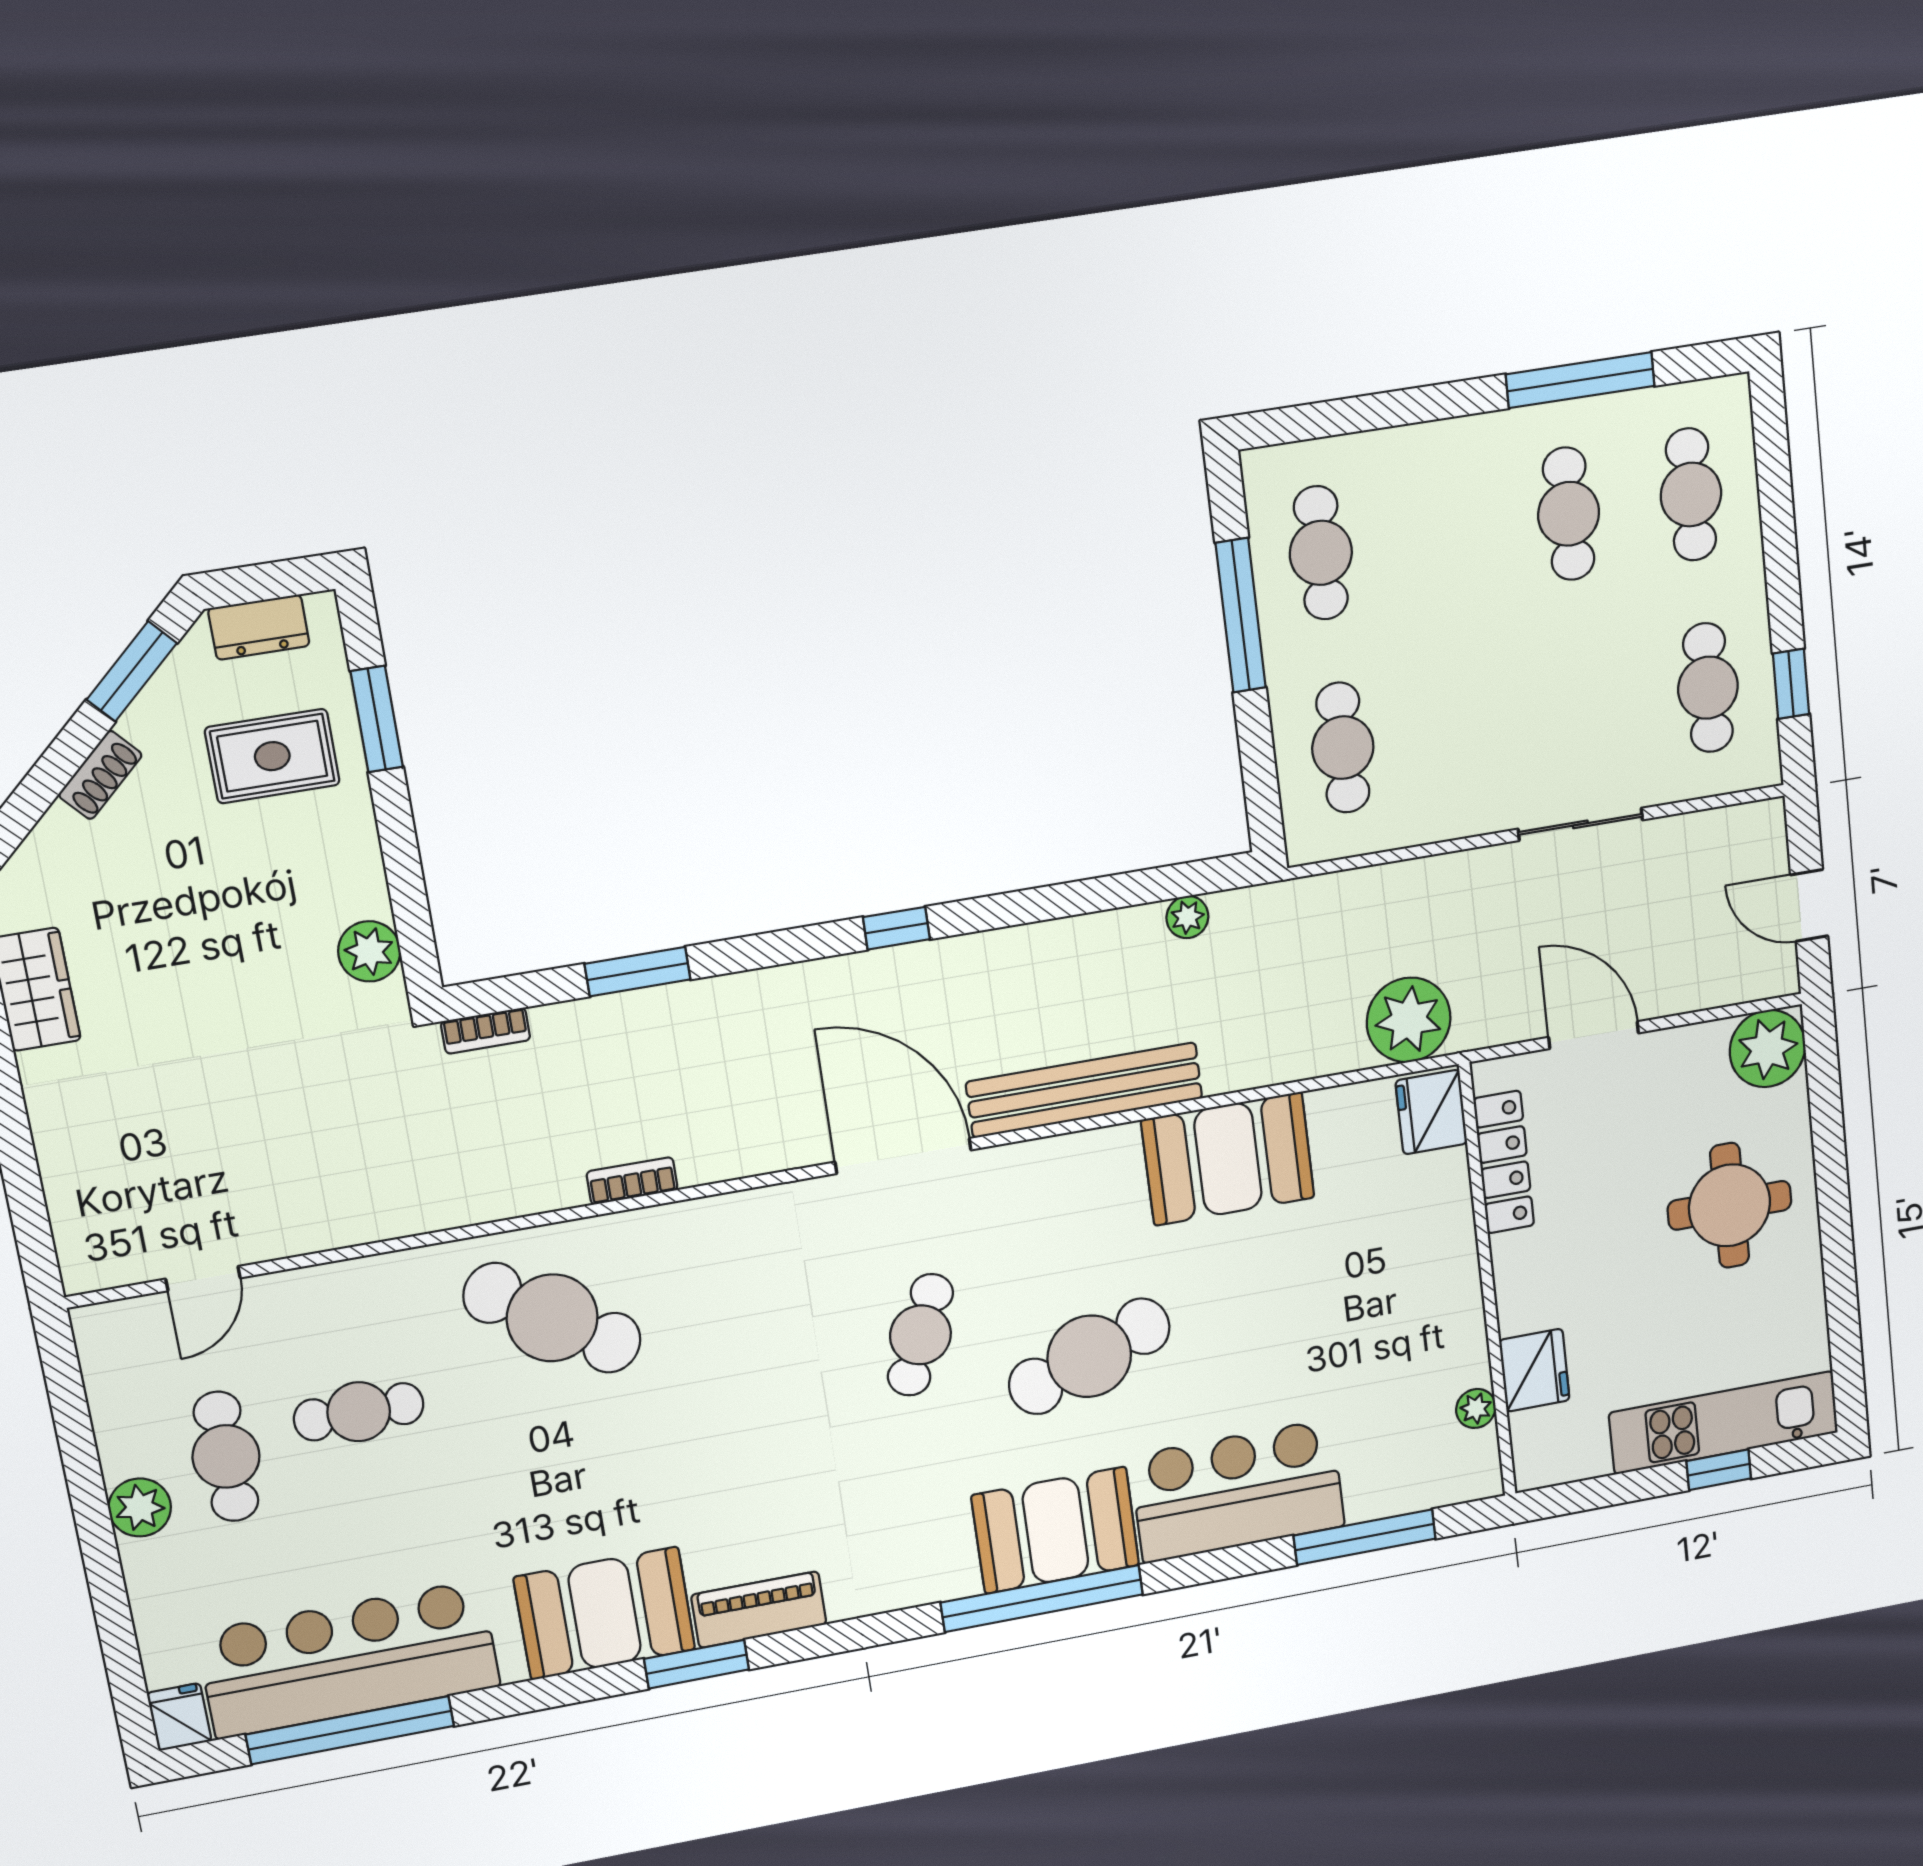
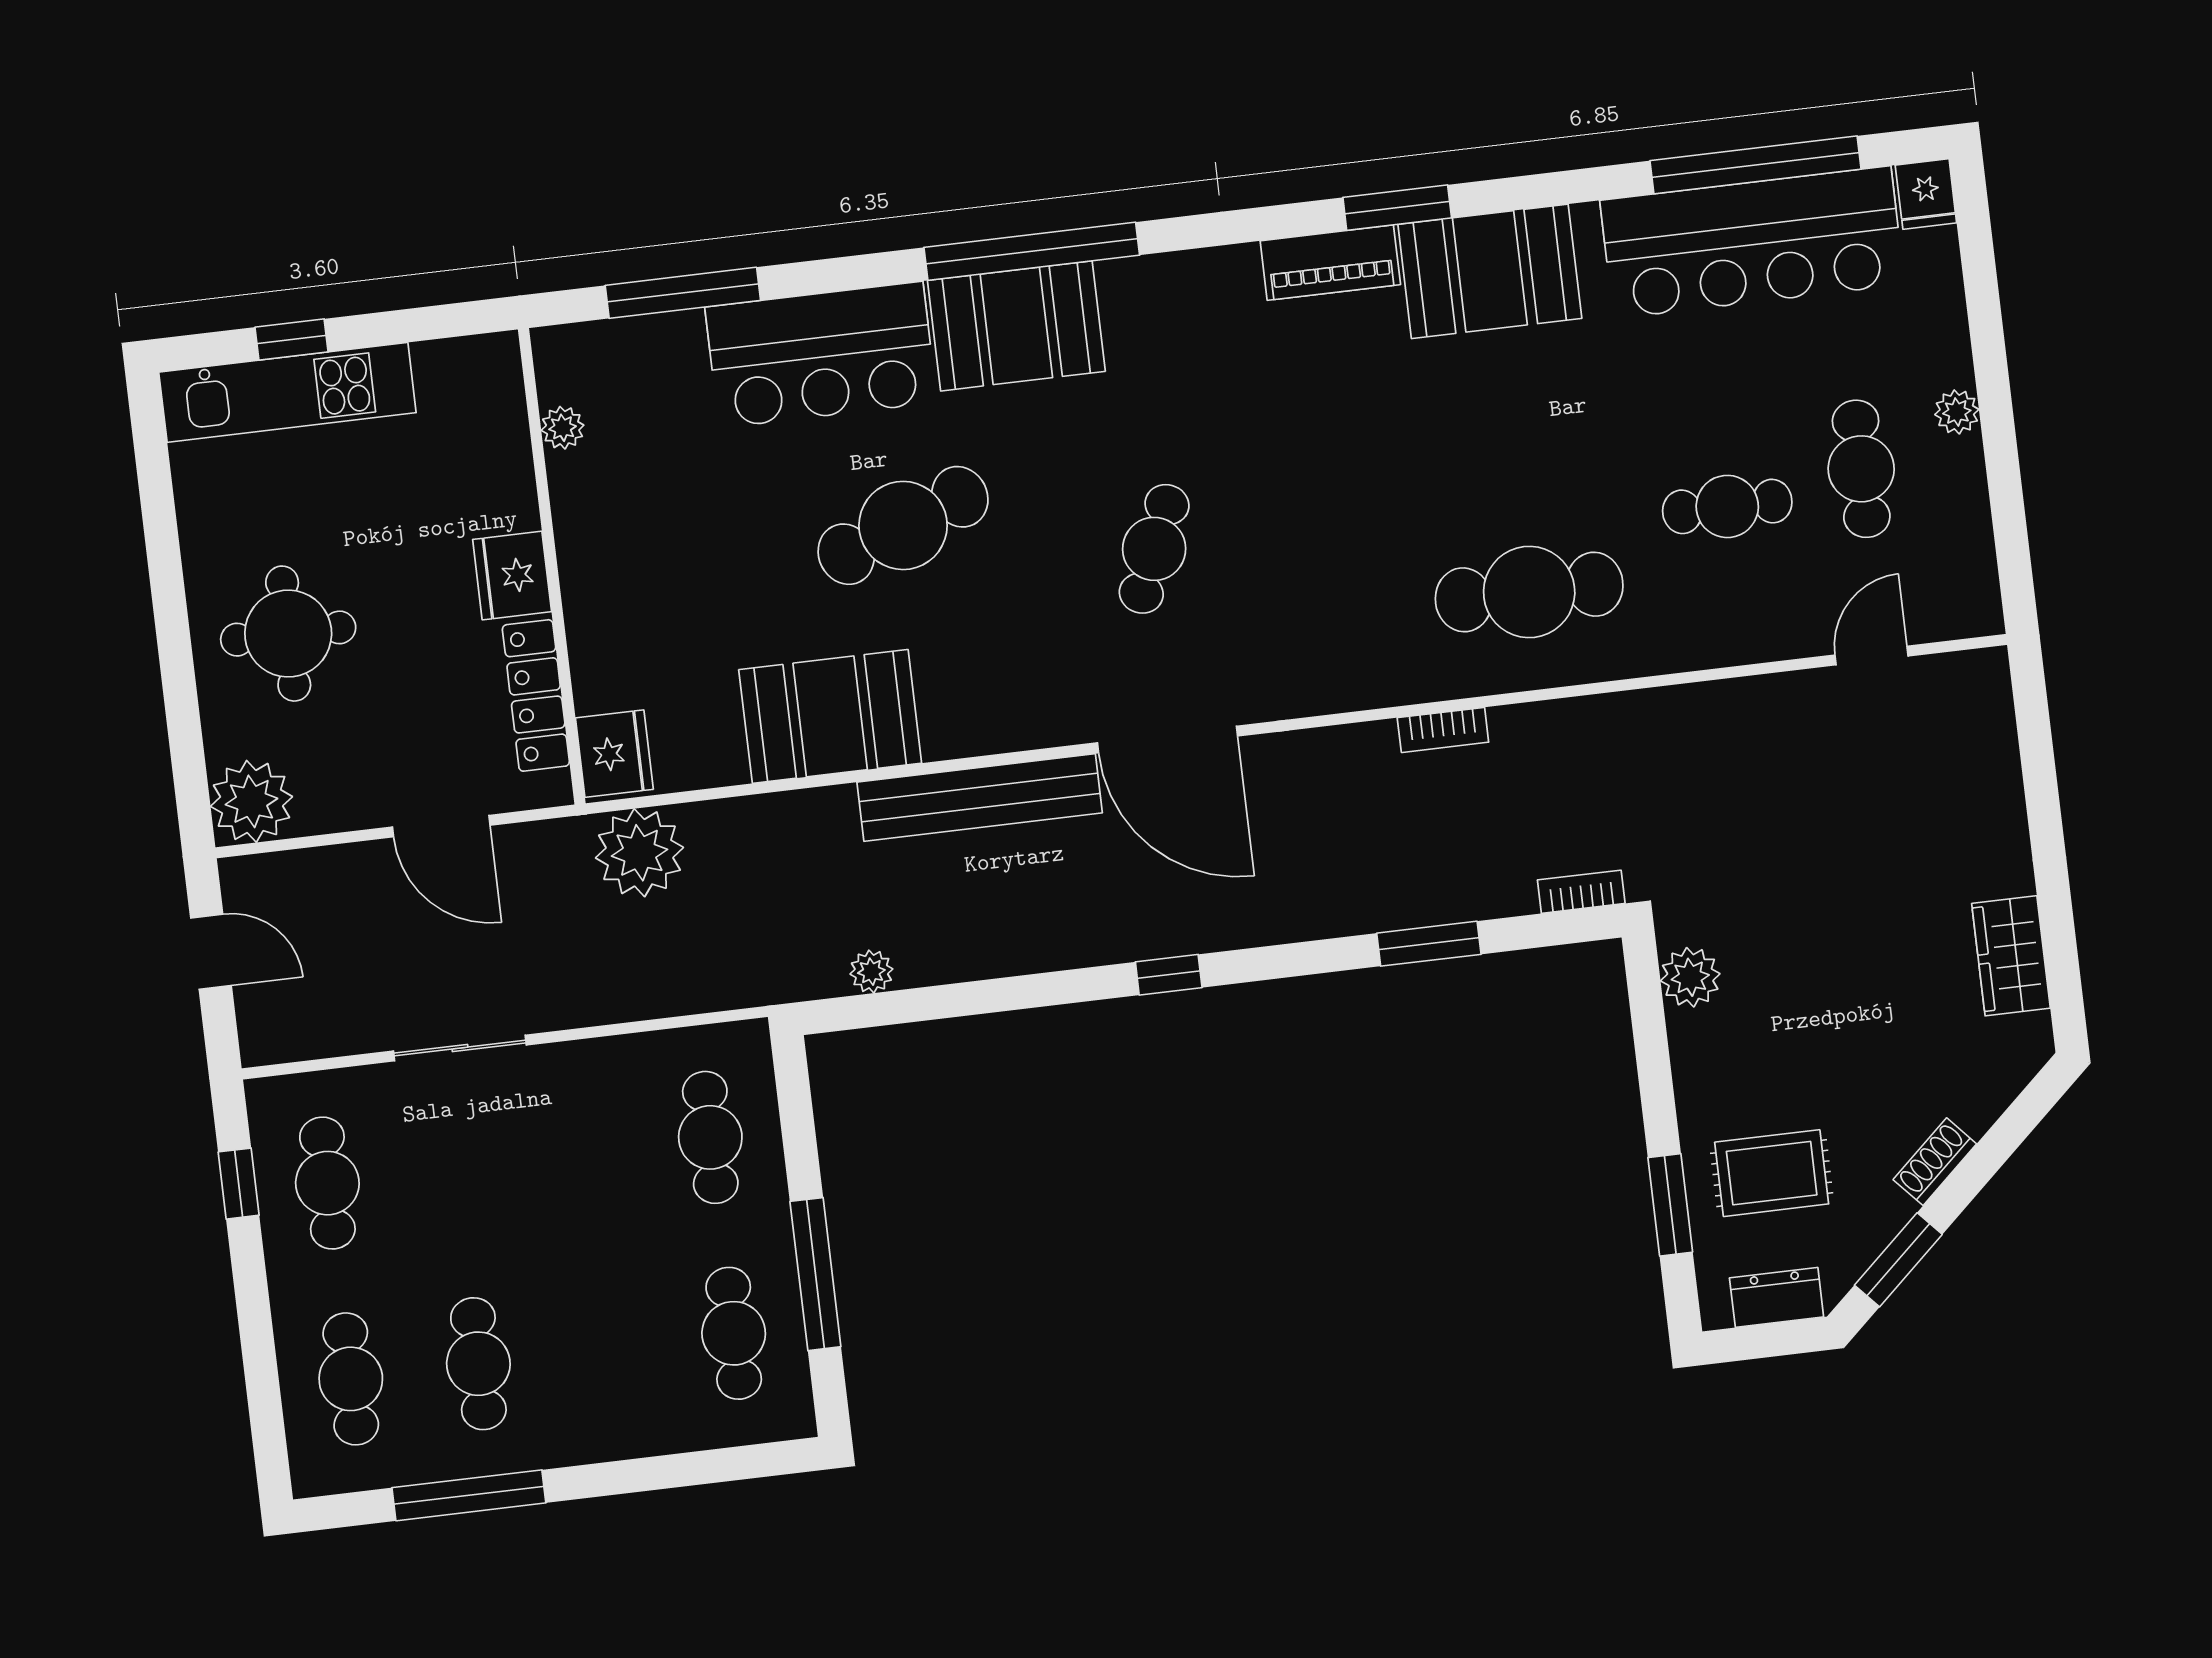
cafe table: (552, 1318) -> (1529, 592), turned -34
cafe table: (1089, 1356) -> (903, 525), moved
fridge: (1534, 1370) -> (512, 576), moved
plant: (140, 1508) -> (1957, 412), width x0.73, depth x0.73

